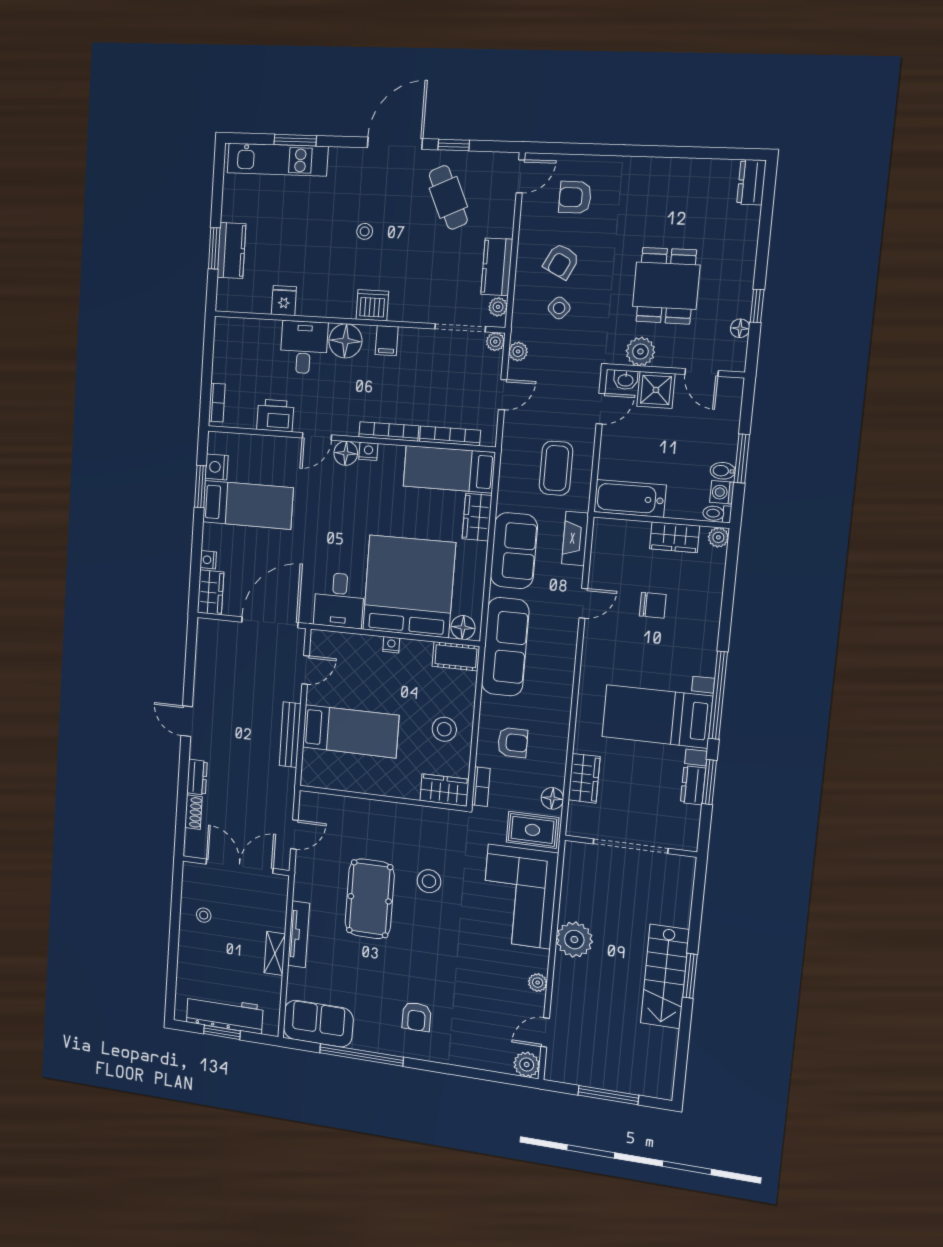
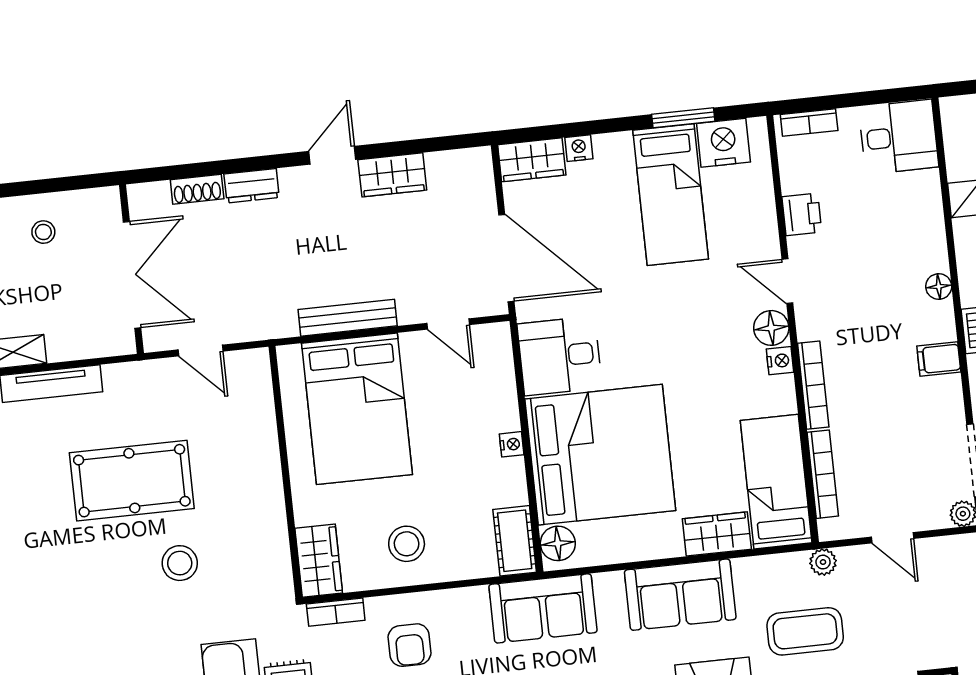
floor lamp: (345, 341) -> (939, 287), width x0.53, depth x0.53
desk: (304, 347) -> (899, 137), moved
plant: (518, 351) -> (823, 562), moved
printer: (275, 415) -> (802, 214), width x0.73, depth x0.81
nightstand: (217, 467) -> (723, 143), width x1.36, depth x1.33
sofa: (505, 647) -> (543, 608), width x0.73
wardrobe: (205, 685) -> (392, 175), added
bed: (350, 731) -> (357, 409), width x1.50

